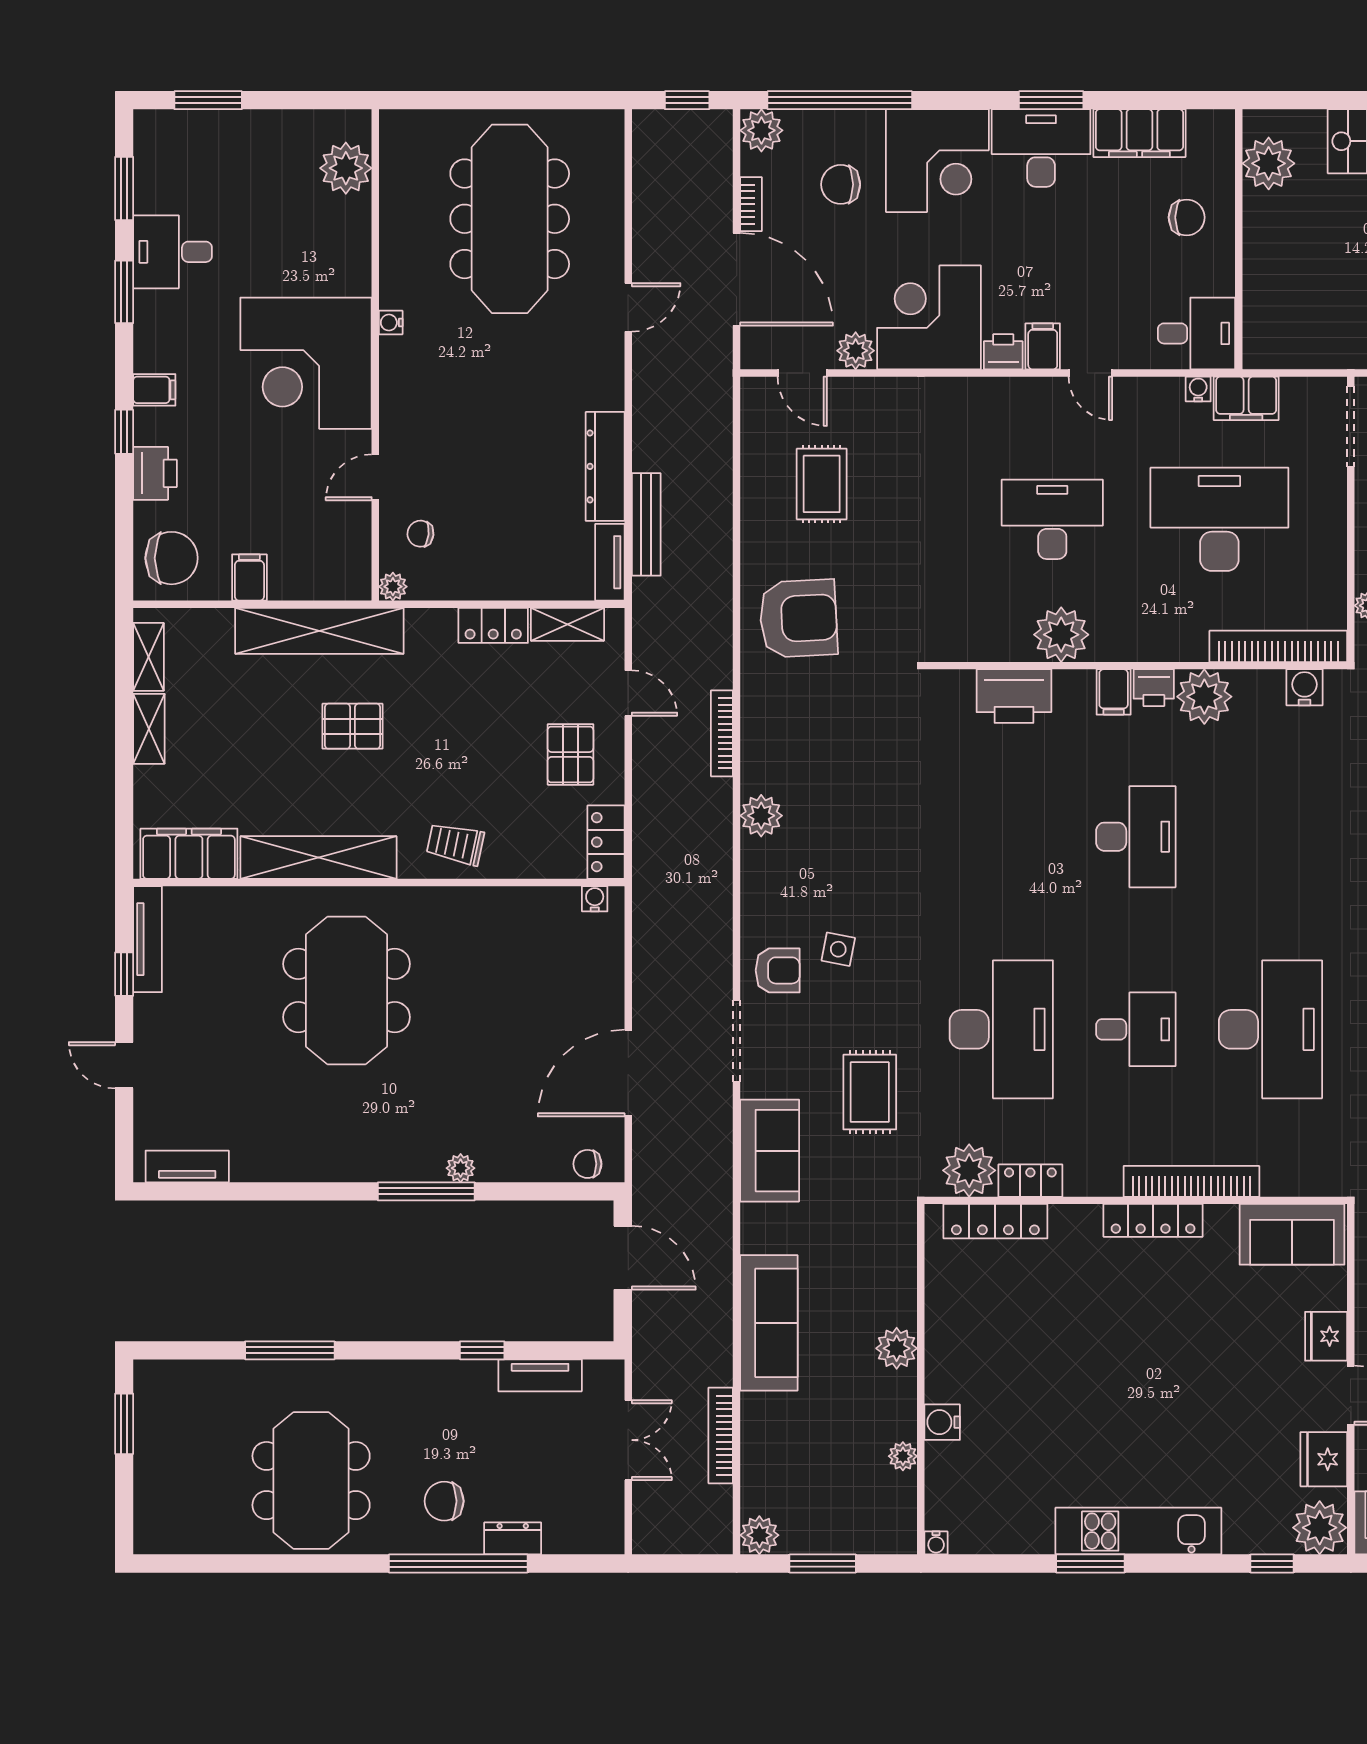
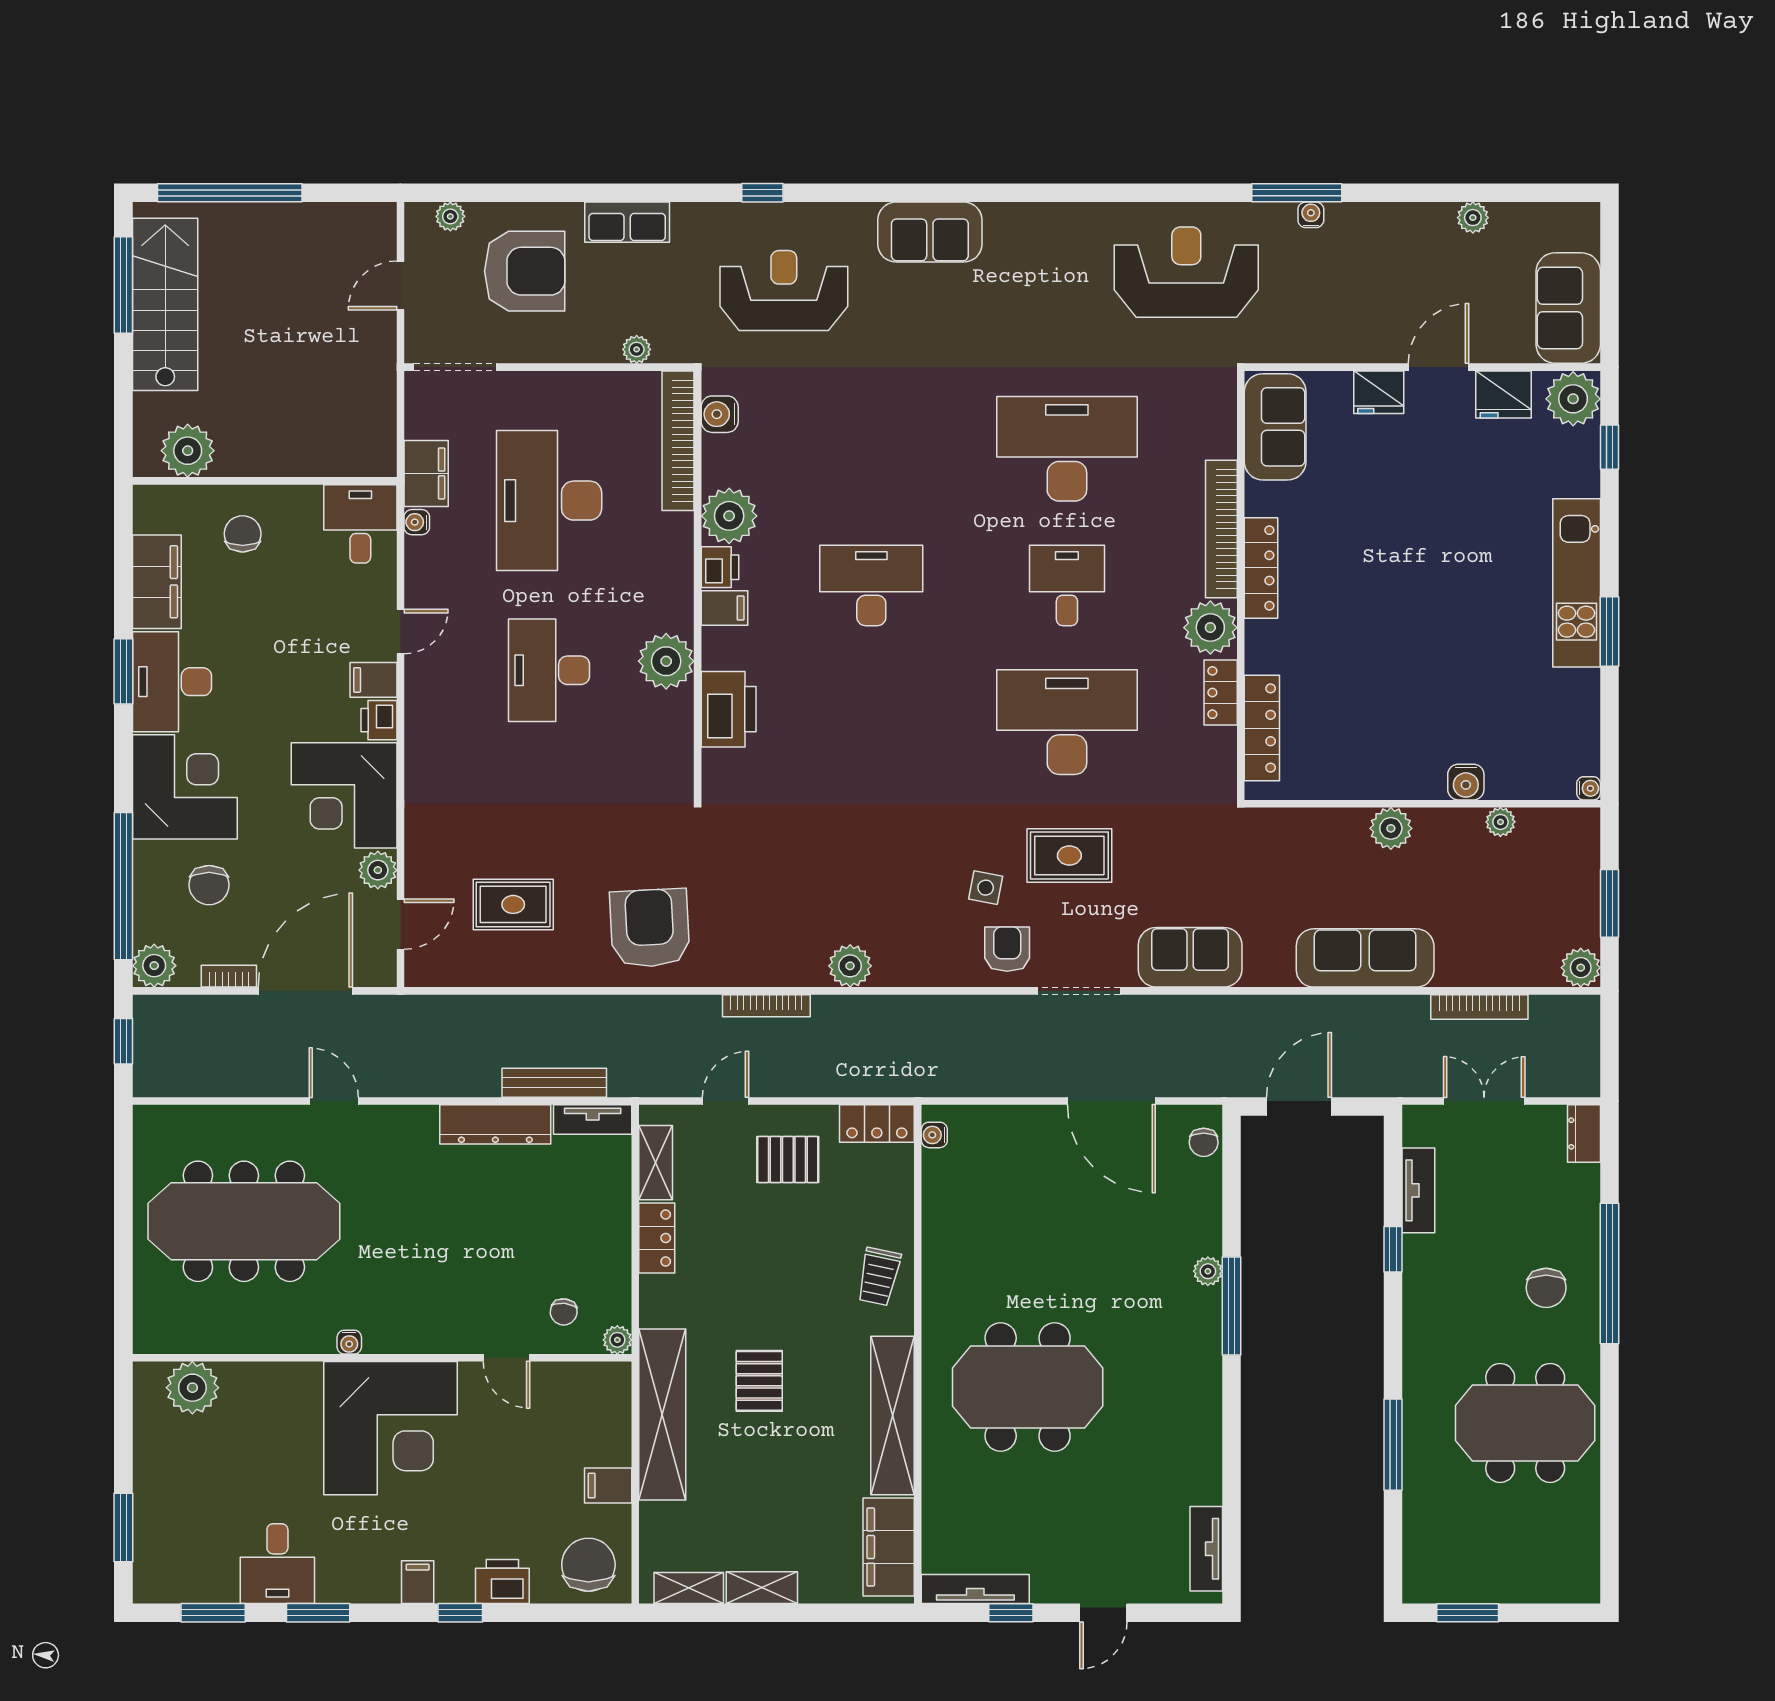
rug: (870, 1092) -> (1069, 856), moved
plant: (969, 1170) -> (1210, 628), moved
dresser: (513, 1538) -> (1584, 1134), moved

